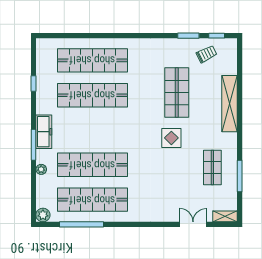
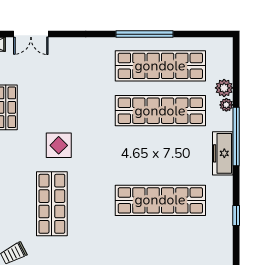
shop shelf: (92, 60) -> (160, 245), removed
window: (33, 145) -> (236, 136), width x1.46
plant: (43, 215) -> (224, 88), moved
window: (81, 224) -> (144, 34), moved

